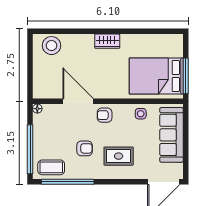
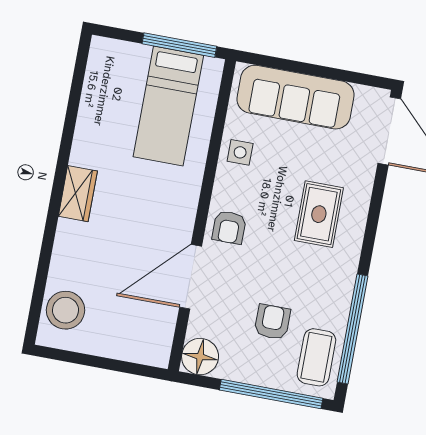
bed: (156, 76) -> (168, 106), width x0.67
floor lamp: (37, 109) -> (200, 357), width x1.89, depth x1.89
armchair: (85, 148) -> (272, 322), moved

